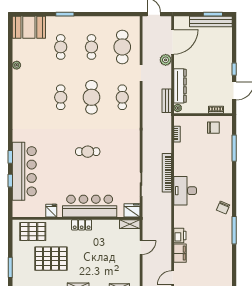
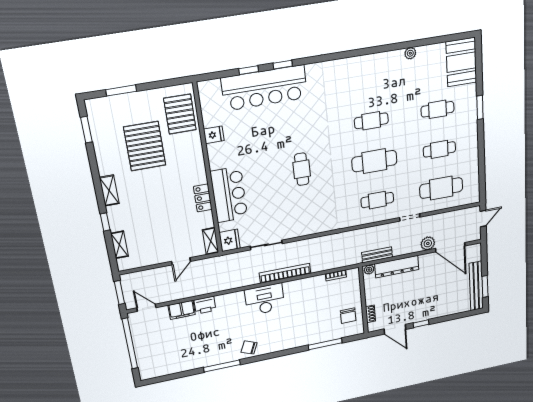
bar counter: (90, 206) -> (229, 195), width x0.73
locker: (82, 225) -> (203, 198), moved
door: (141, 248) -> (181, 261), hinge flipped

